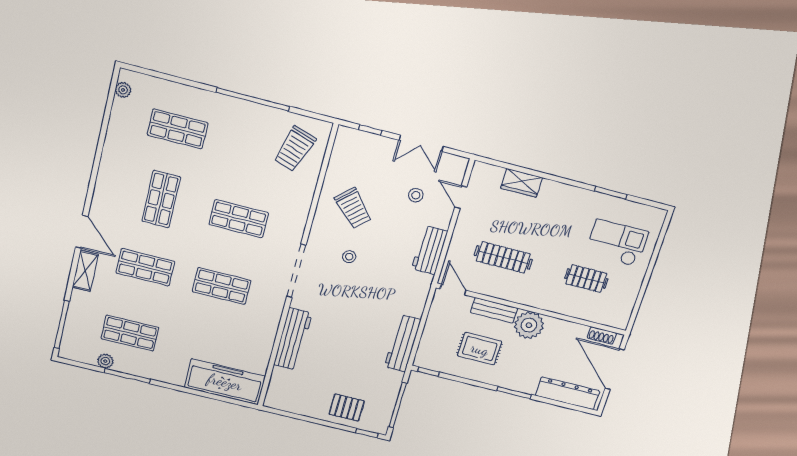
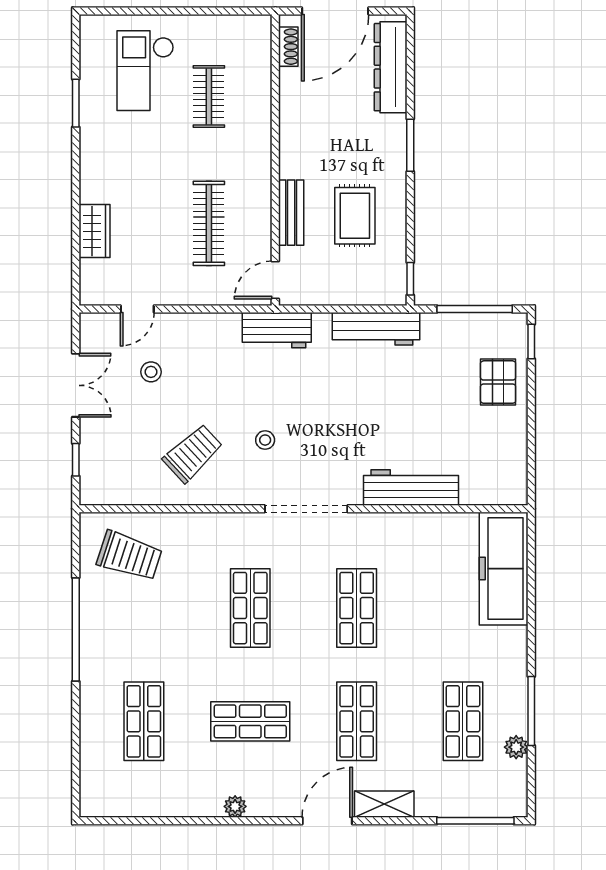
plant: (123, 90) -> (235, 806), moved
workbench: (430, 250) -> (277, 330), moved
plant: (529, 325) -> (300, 156), removed

